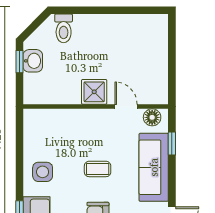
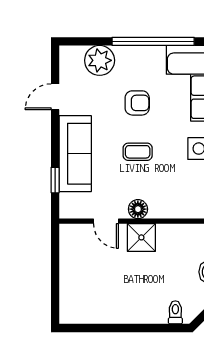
toilet: (64, 28) -> (175, 312), width x0.73, depth x0.72
floor lamp: (152, 117) -> (138, 209), moved

